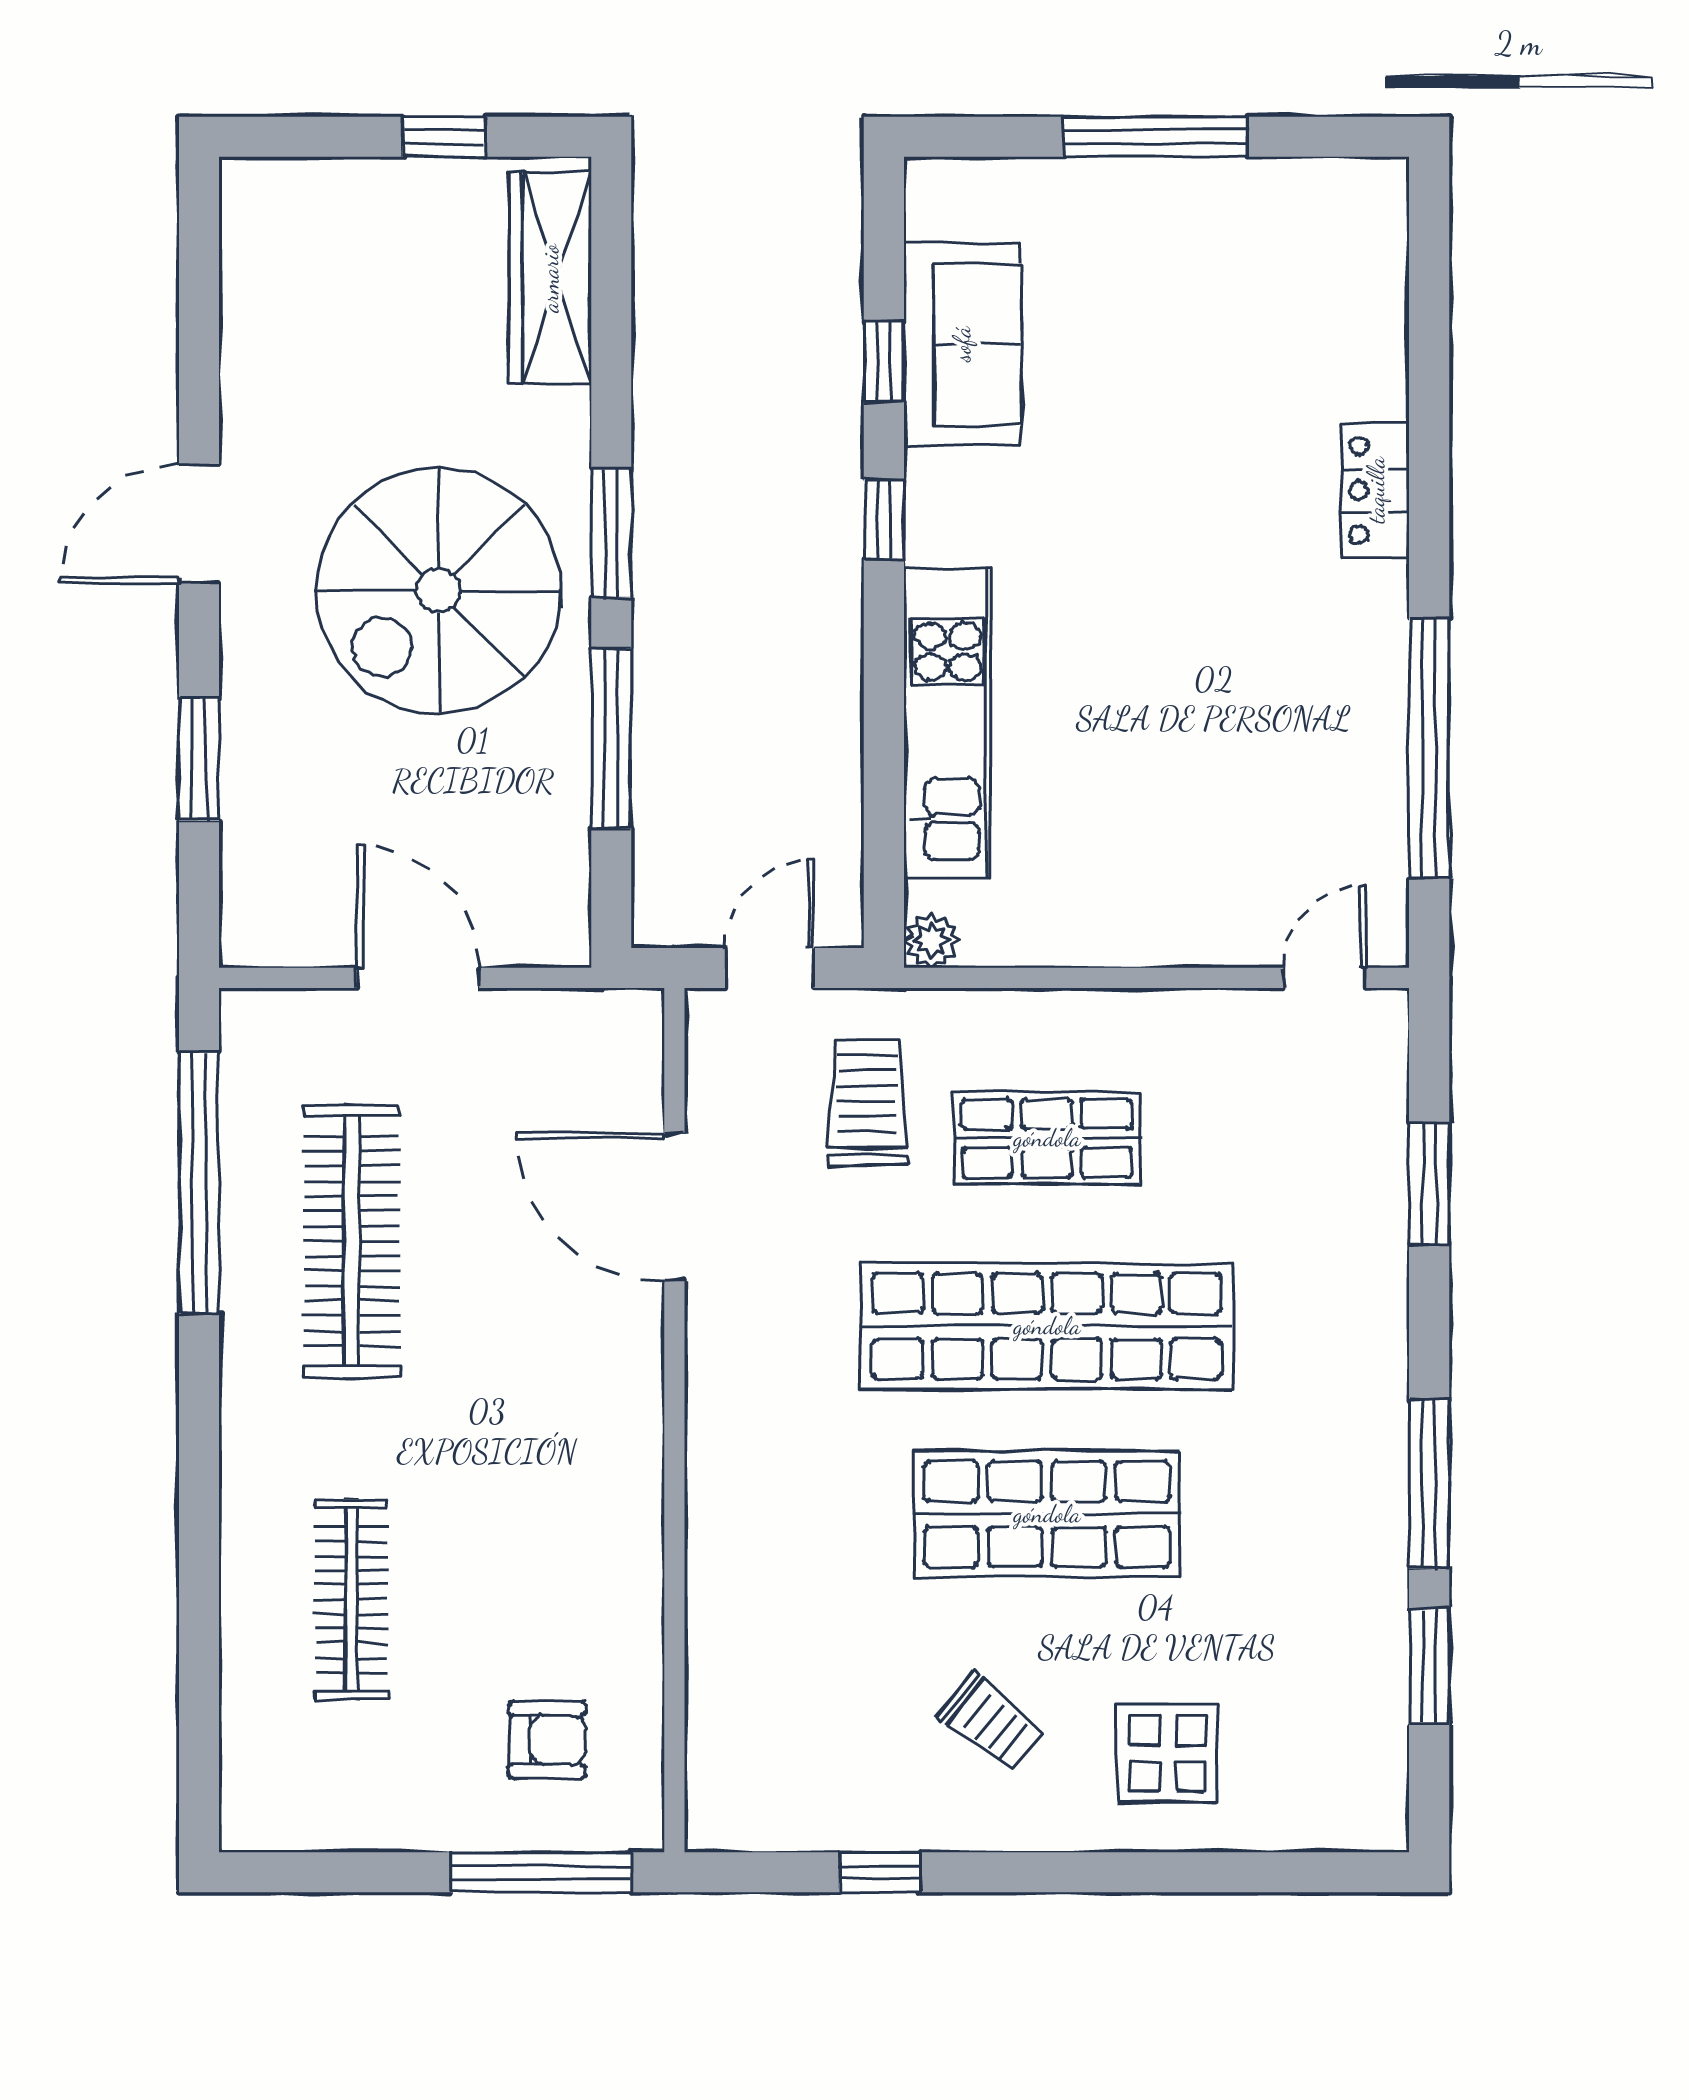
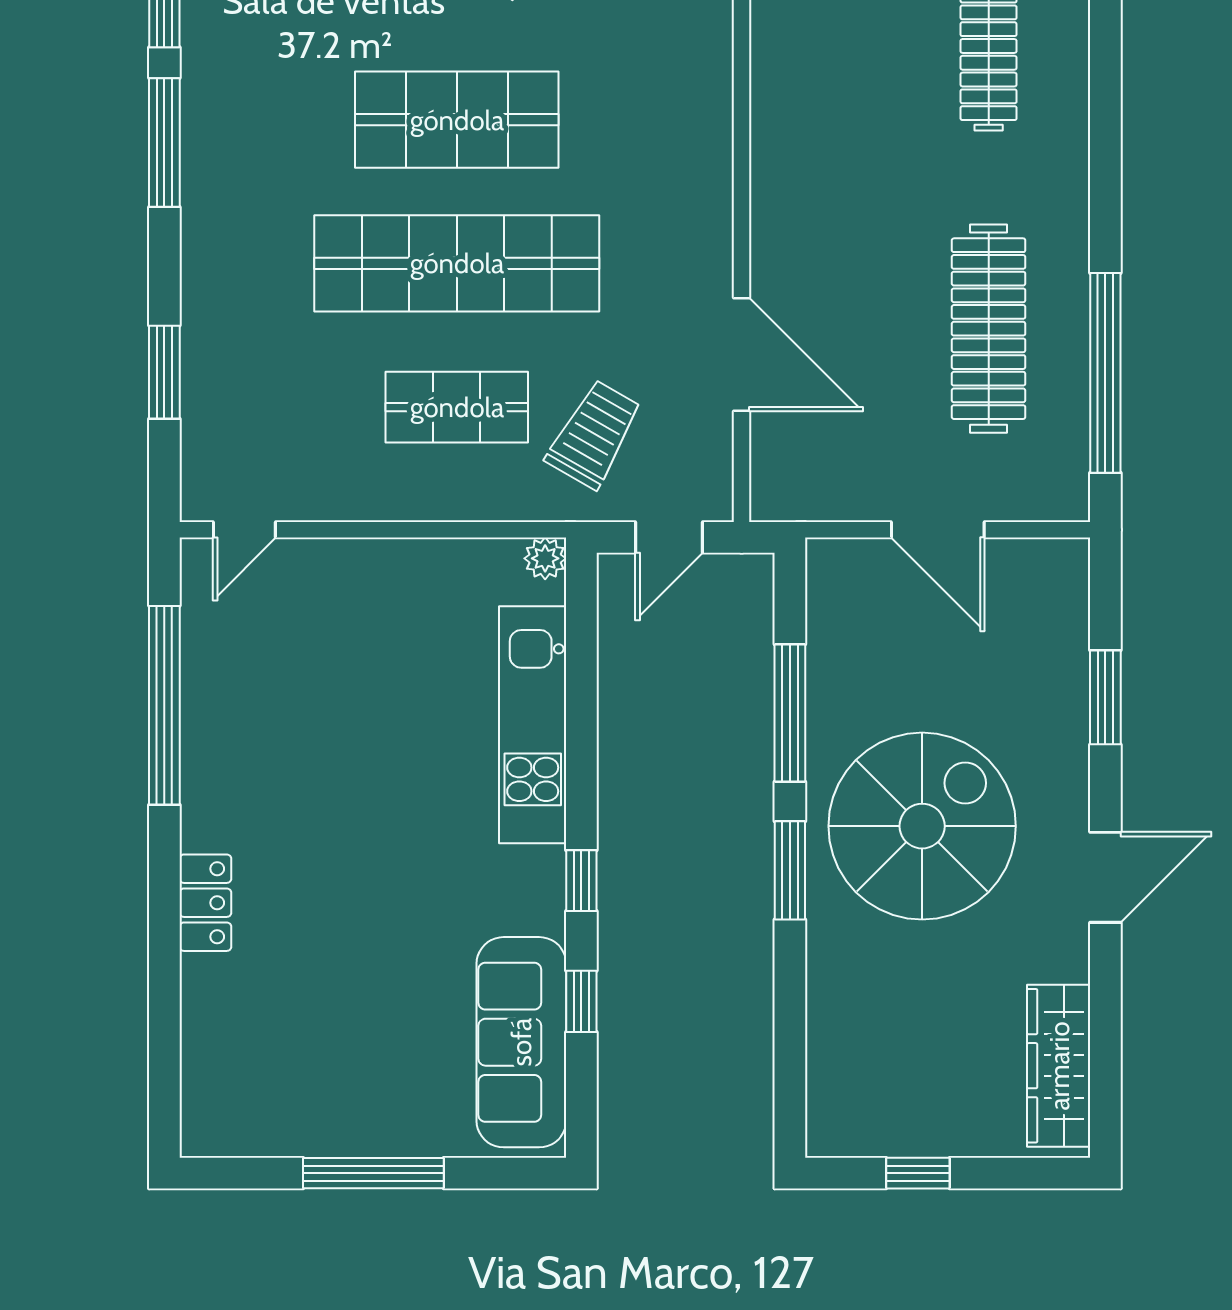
wardrobe: (550, 278) -> (1059, 1066), moved, turned 180
sofa: (962, 344) -> (521, 1042), width x1.36
trolley: (867, 1103) -> (594, 434), turned -150

